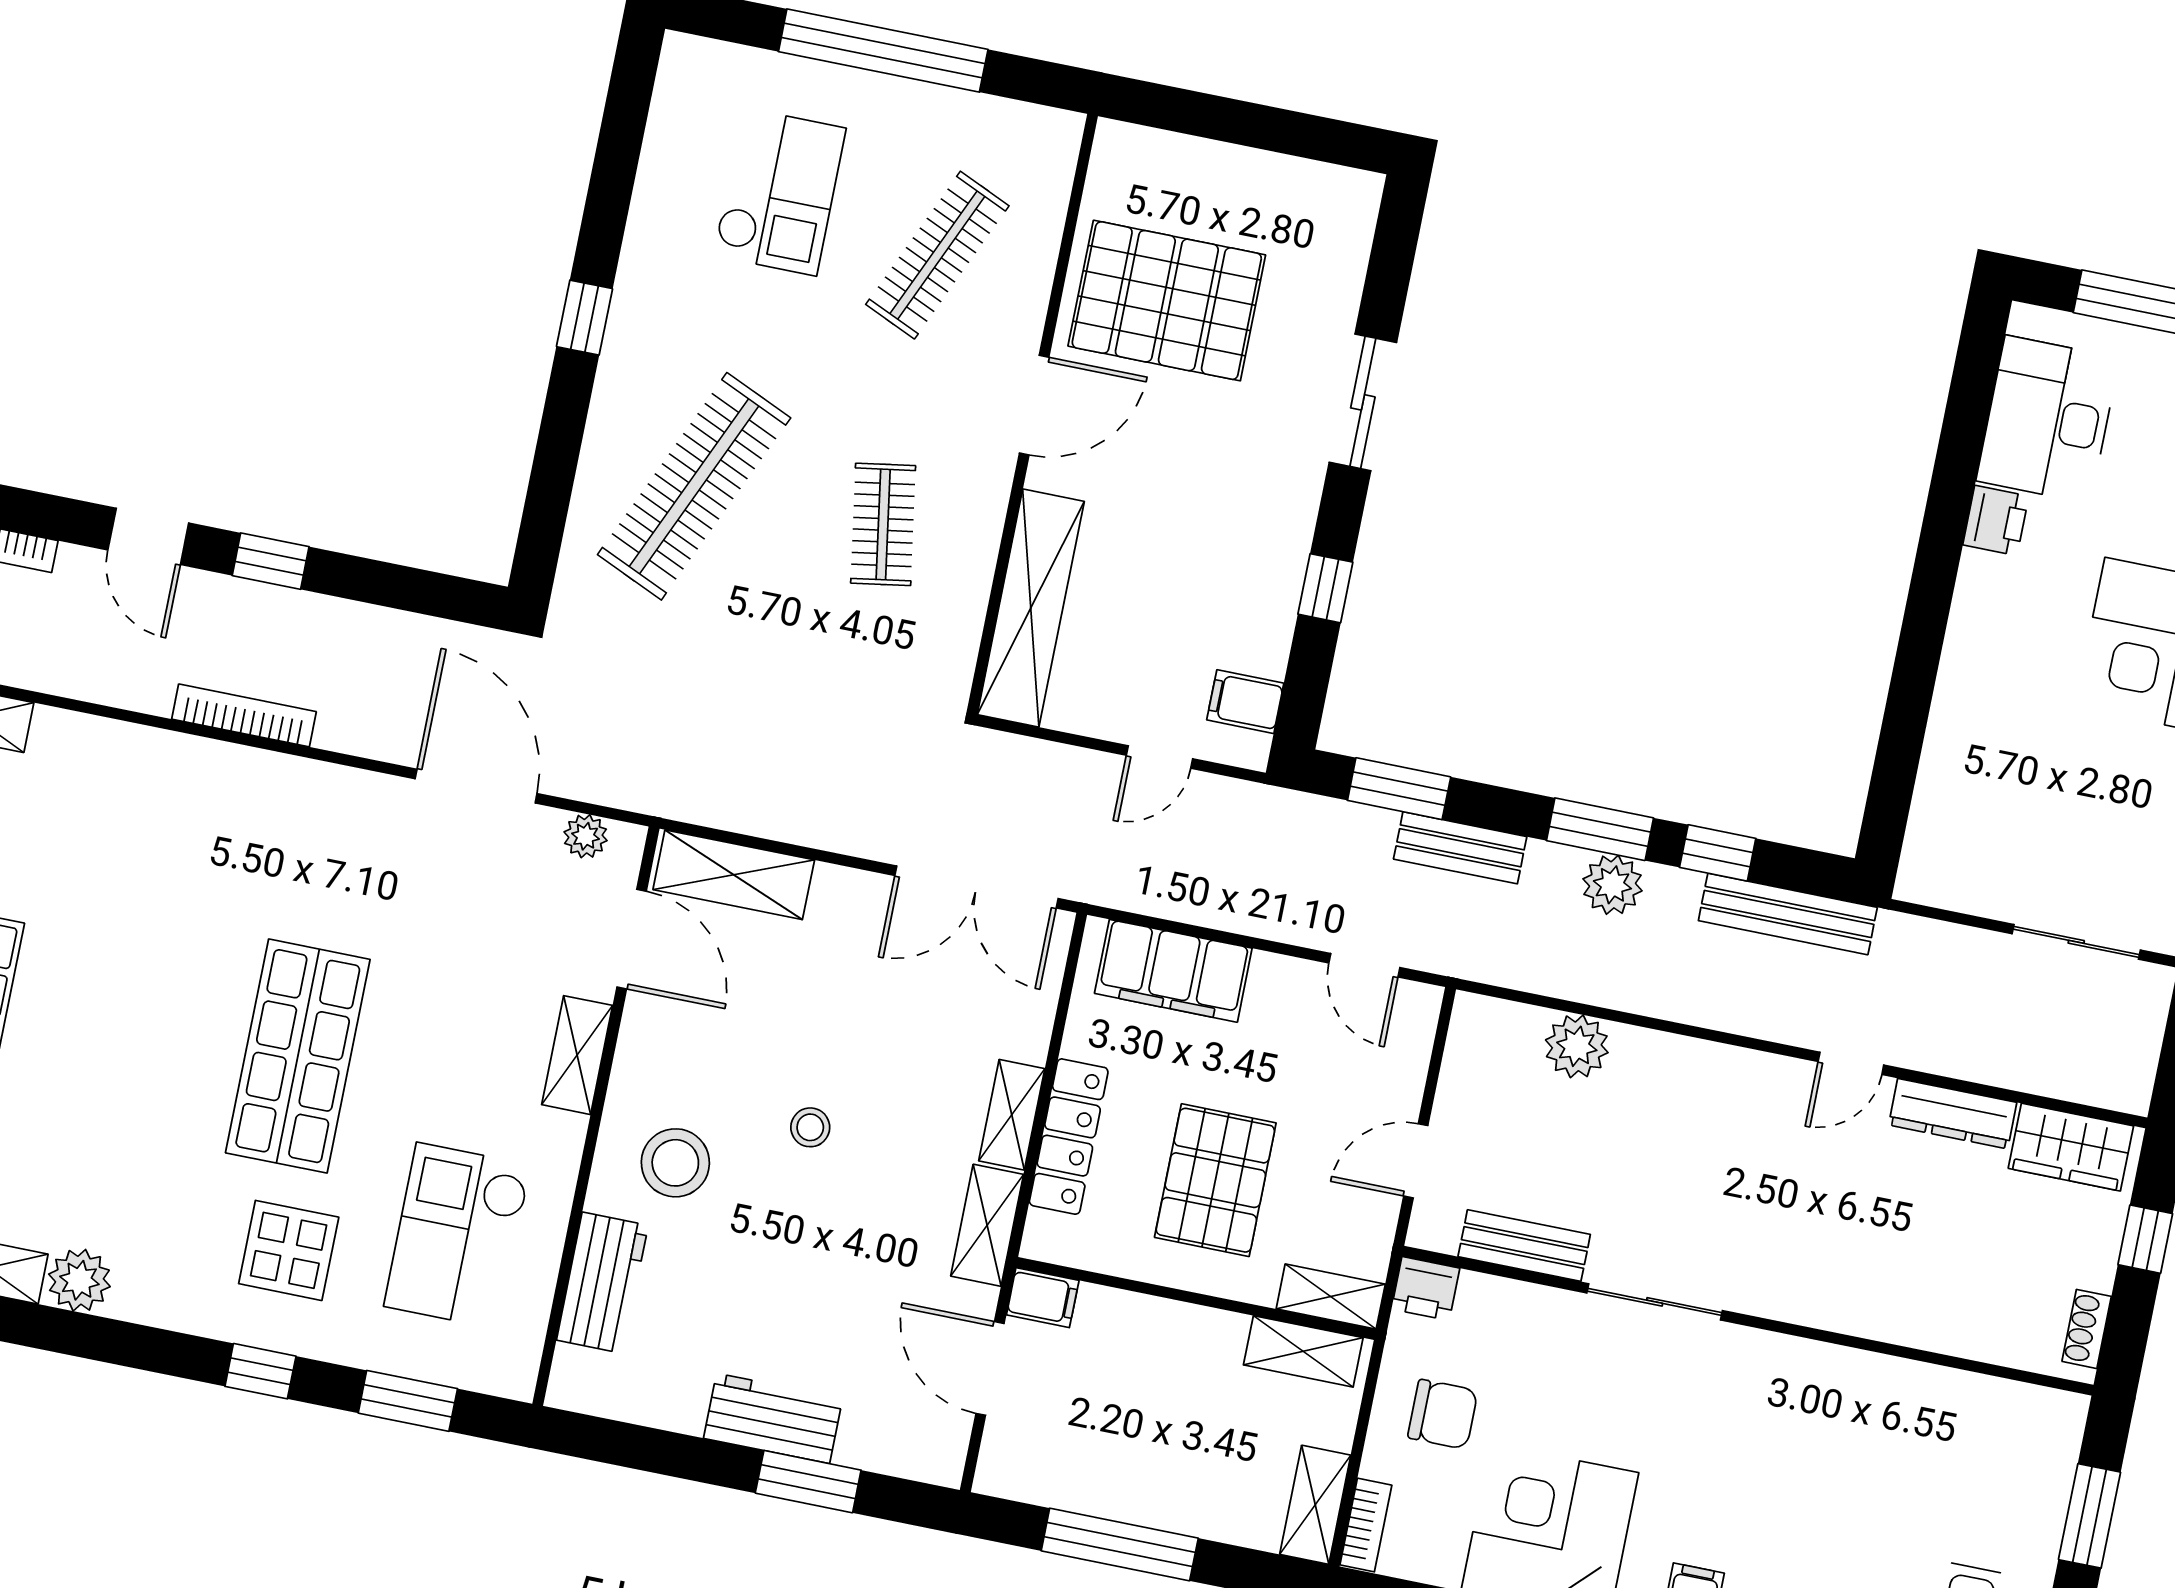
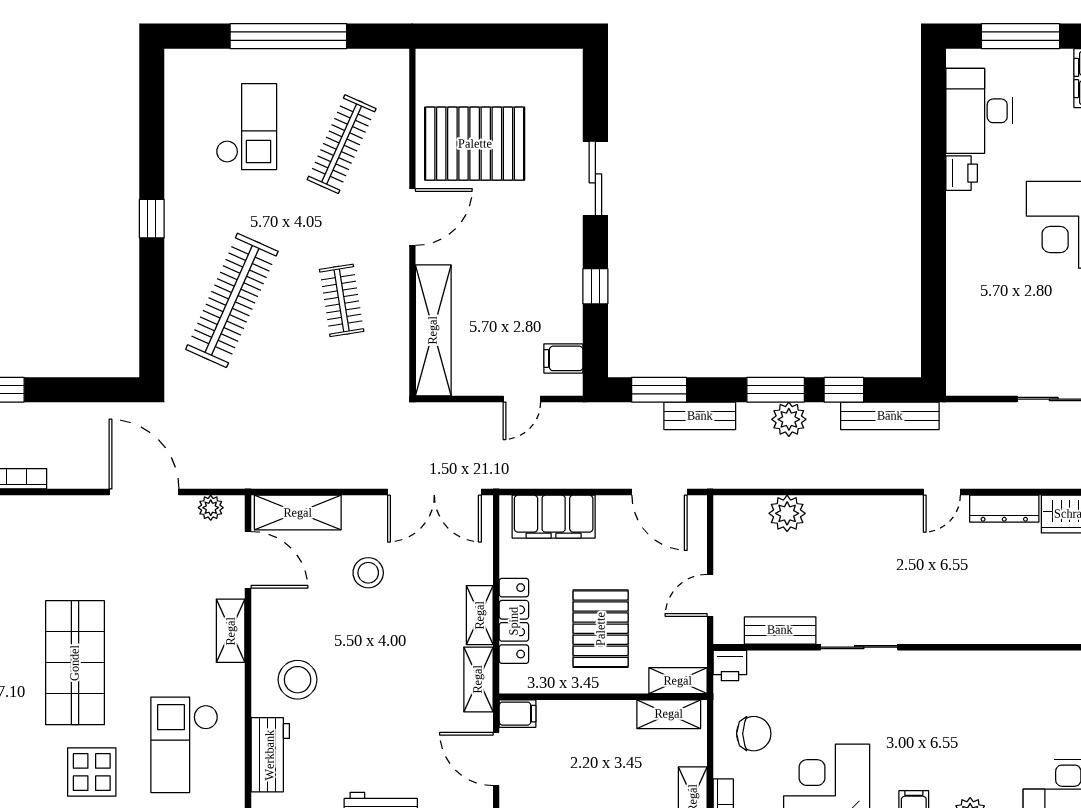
door: (1364, 965) -> (660, 492), width x1.37
stool: (810, 1127) -> (368, 573), moved, width x1.37, depth x1.37

